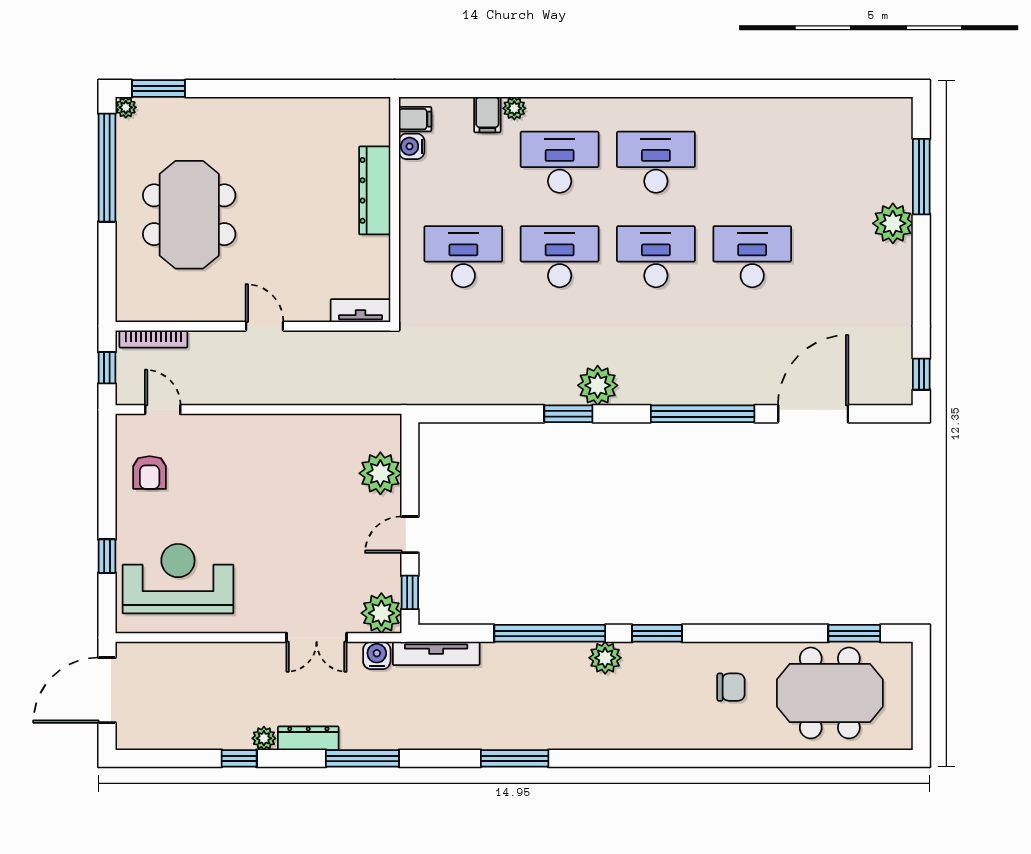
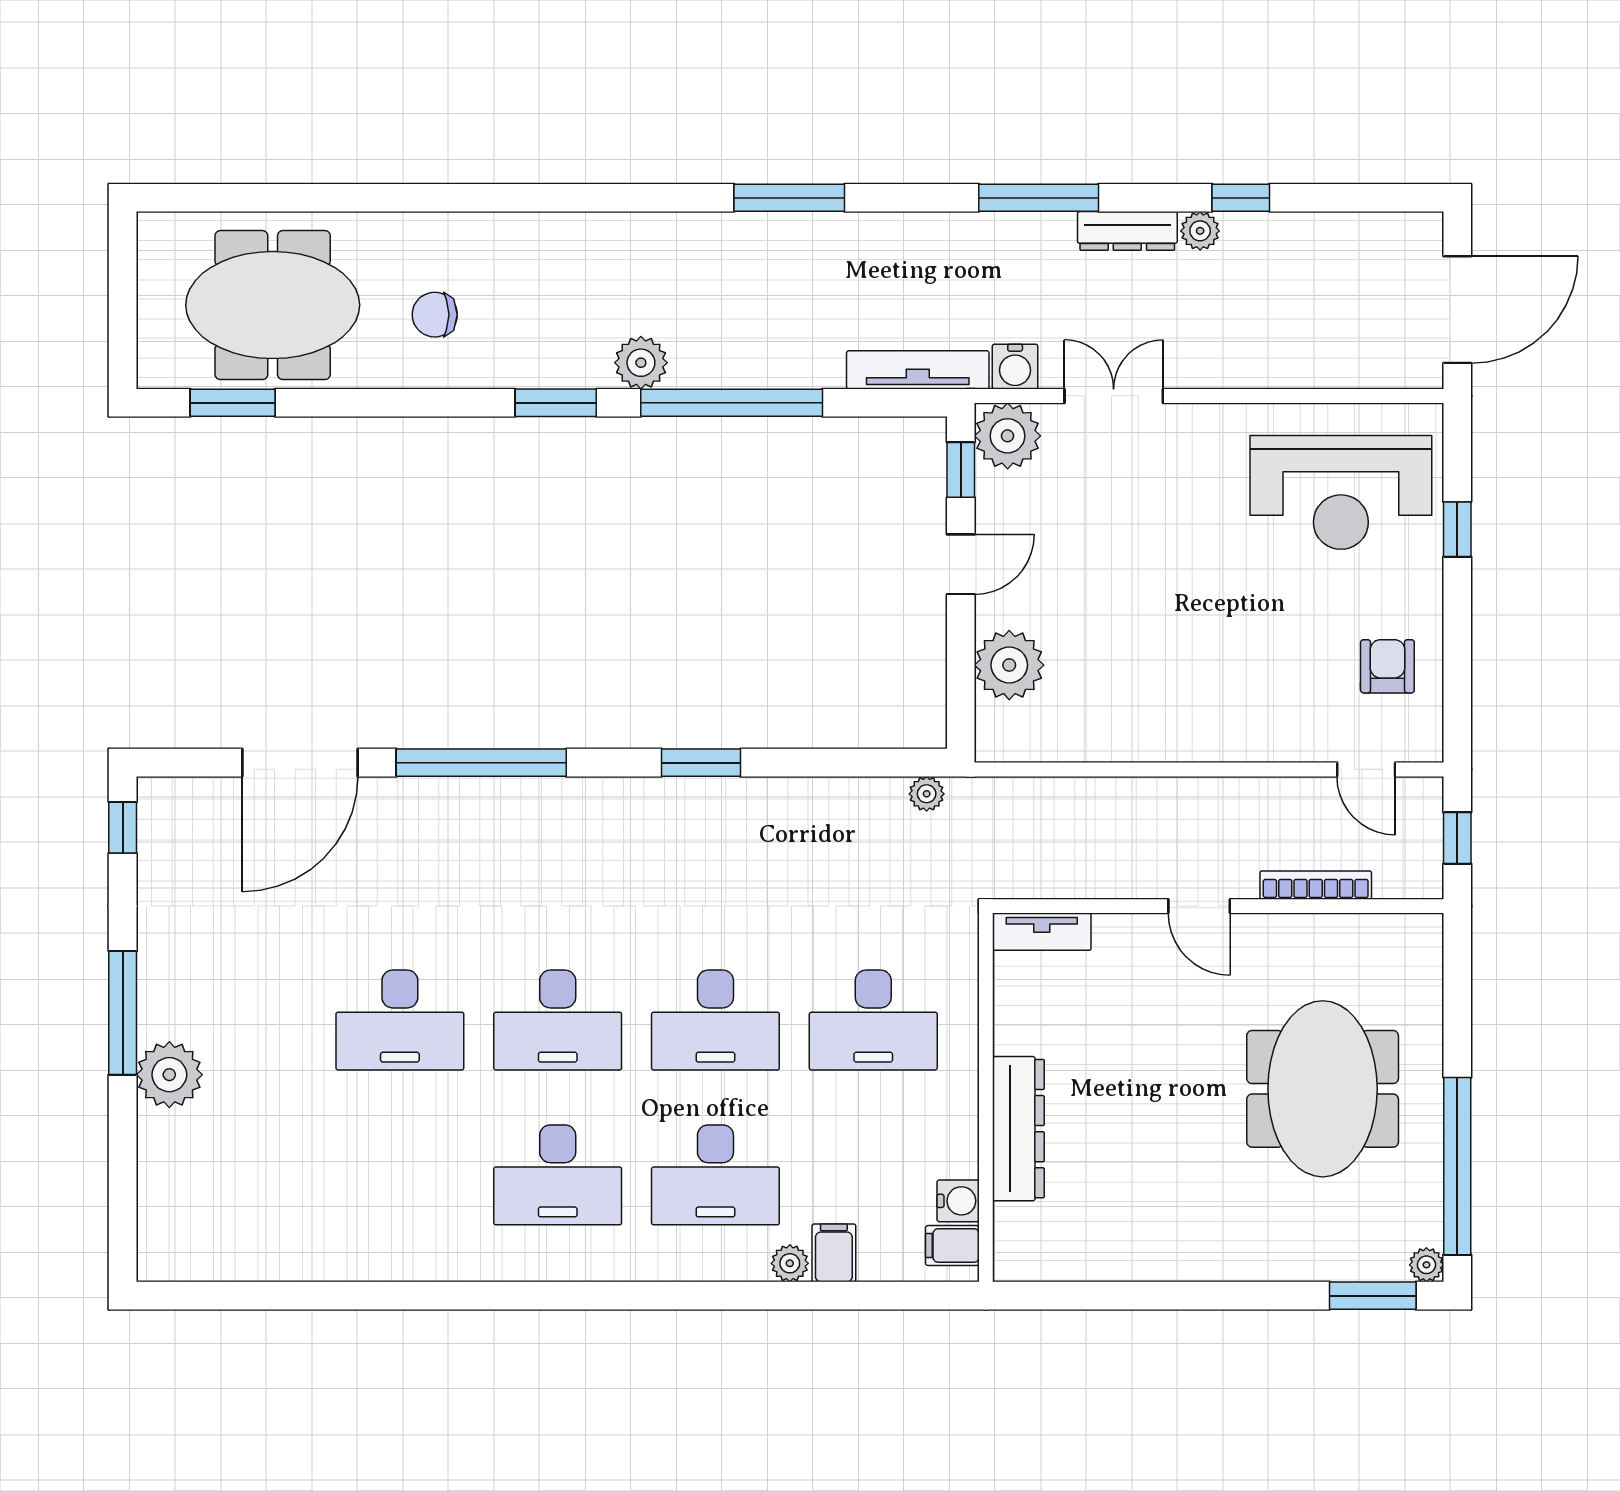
window: (921, 177) -> (123, 1013), moved
bookcase: (153, 339) -> (1316, 885), moved
plant: (598, 385) -> (927, 794), moved, width x0.53, depth x0.53

